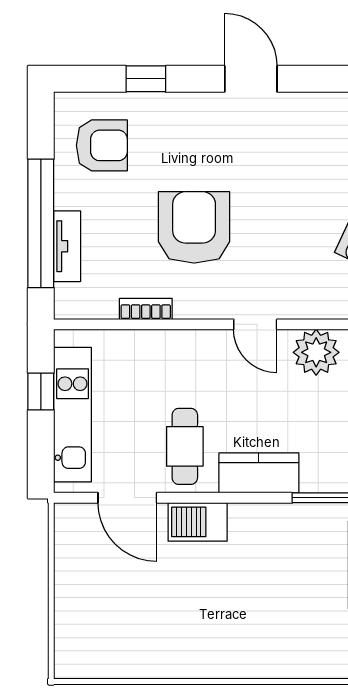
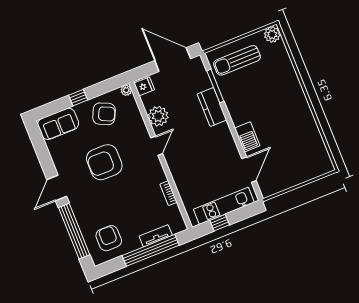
window: (146, 79) -> (74, 231), width x3.17
armchair: (194, 227) -> (104, 162), moved
cafe table: (185, 446) -> (218, 155), removed
kitchen counter: (259, 473) -> (212, 107), moved

